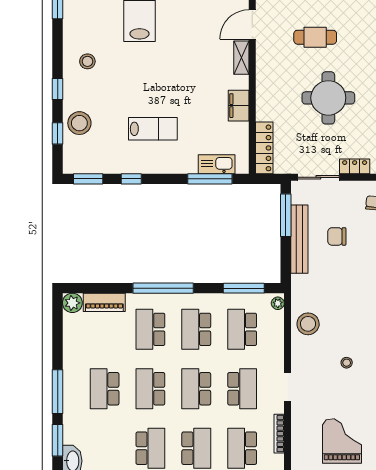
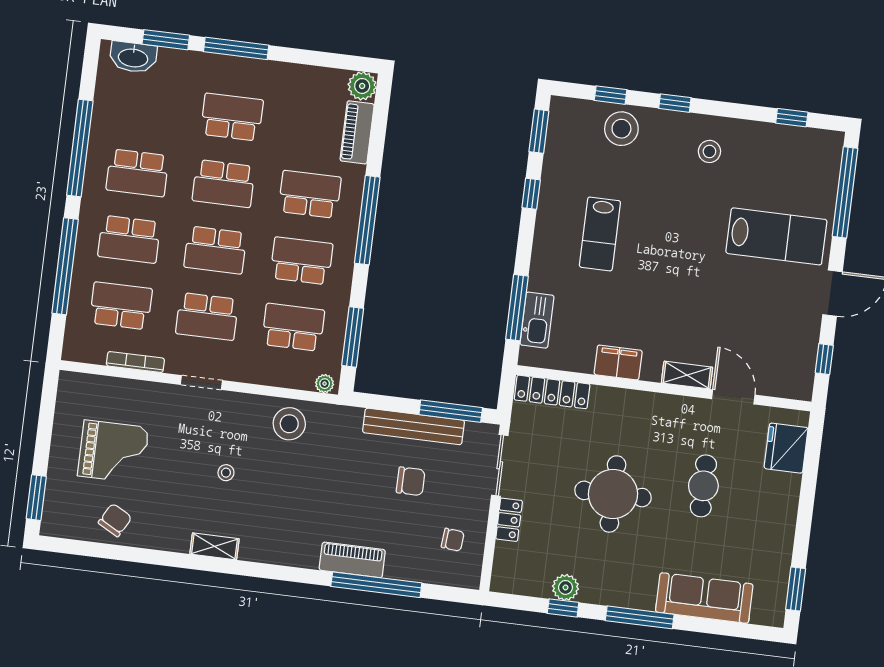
chair: (337, 236) -> (411, 481), turned 90
school desk: (150, 389) -> (224, 184), turned 180
school desk: (196, 389) -> (215, 250), turned 180

